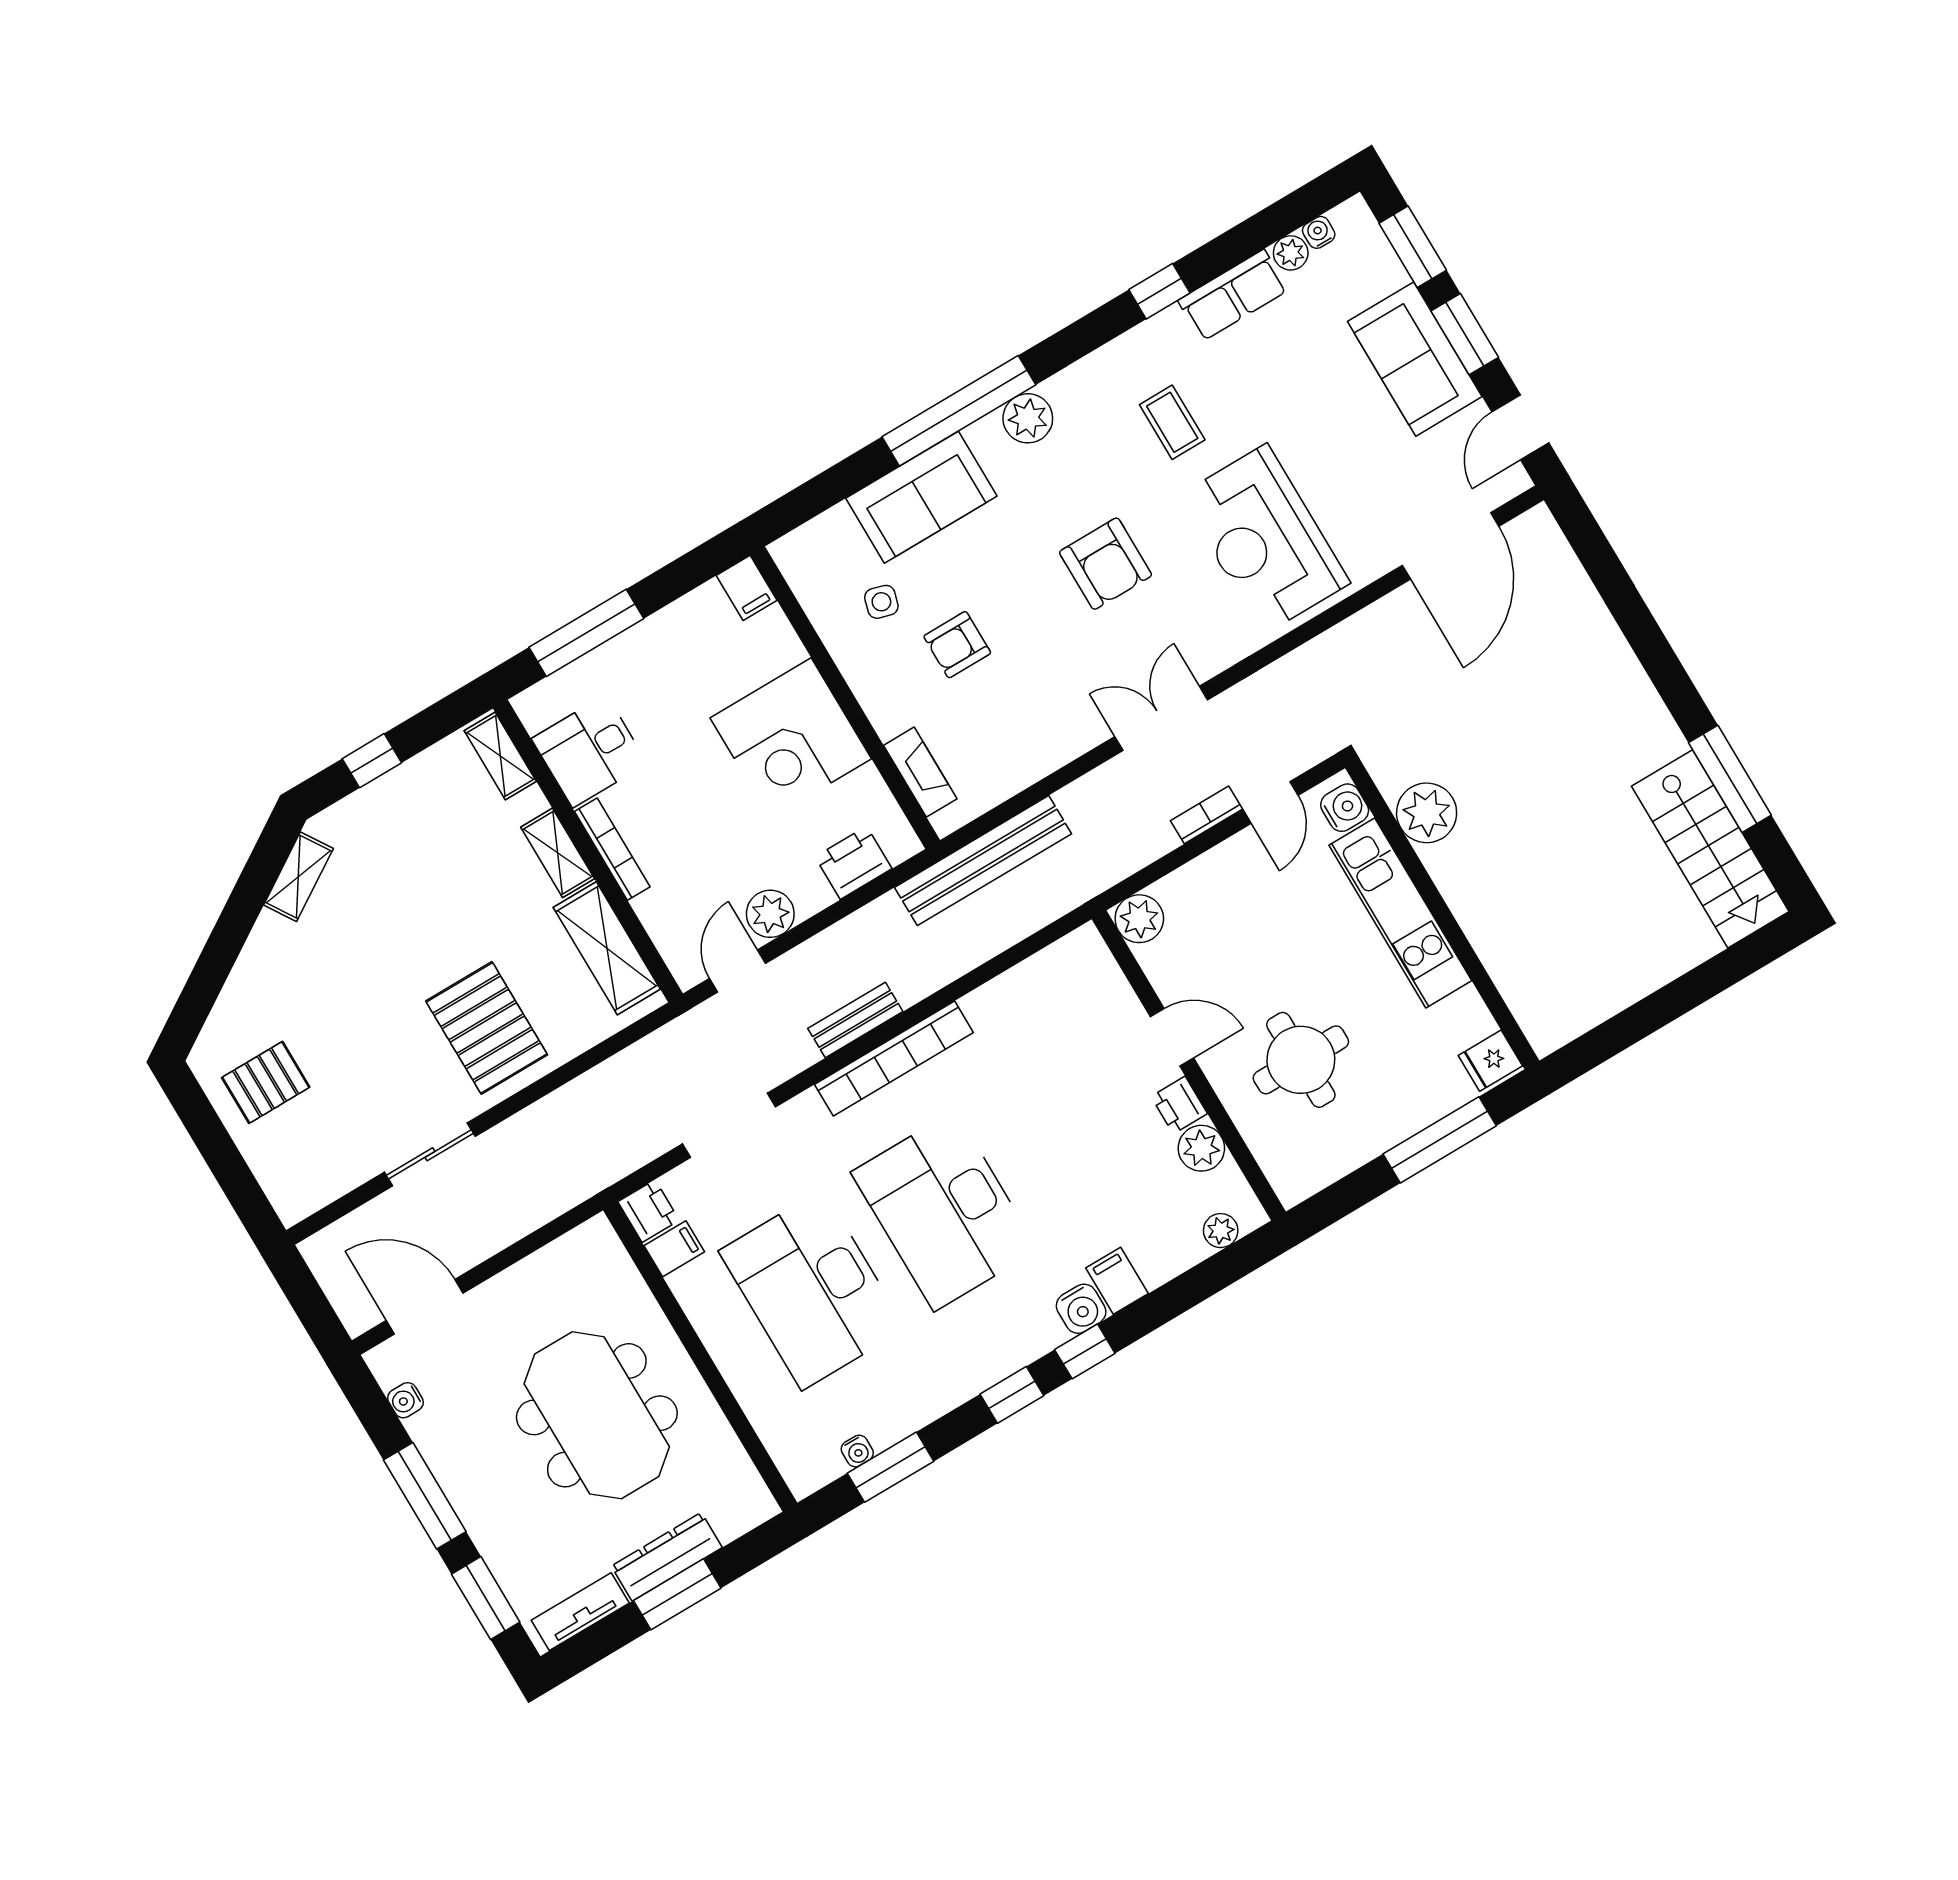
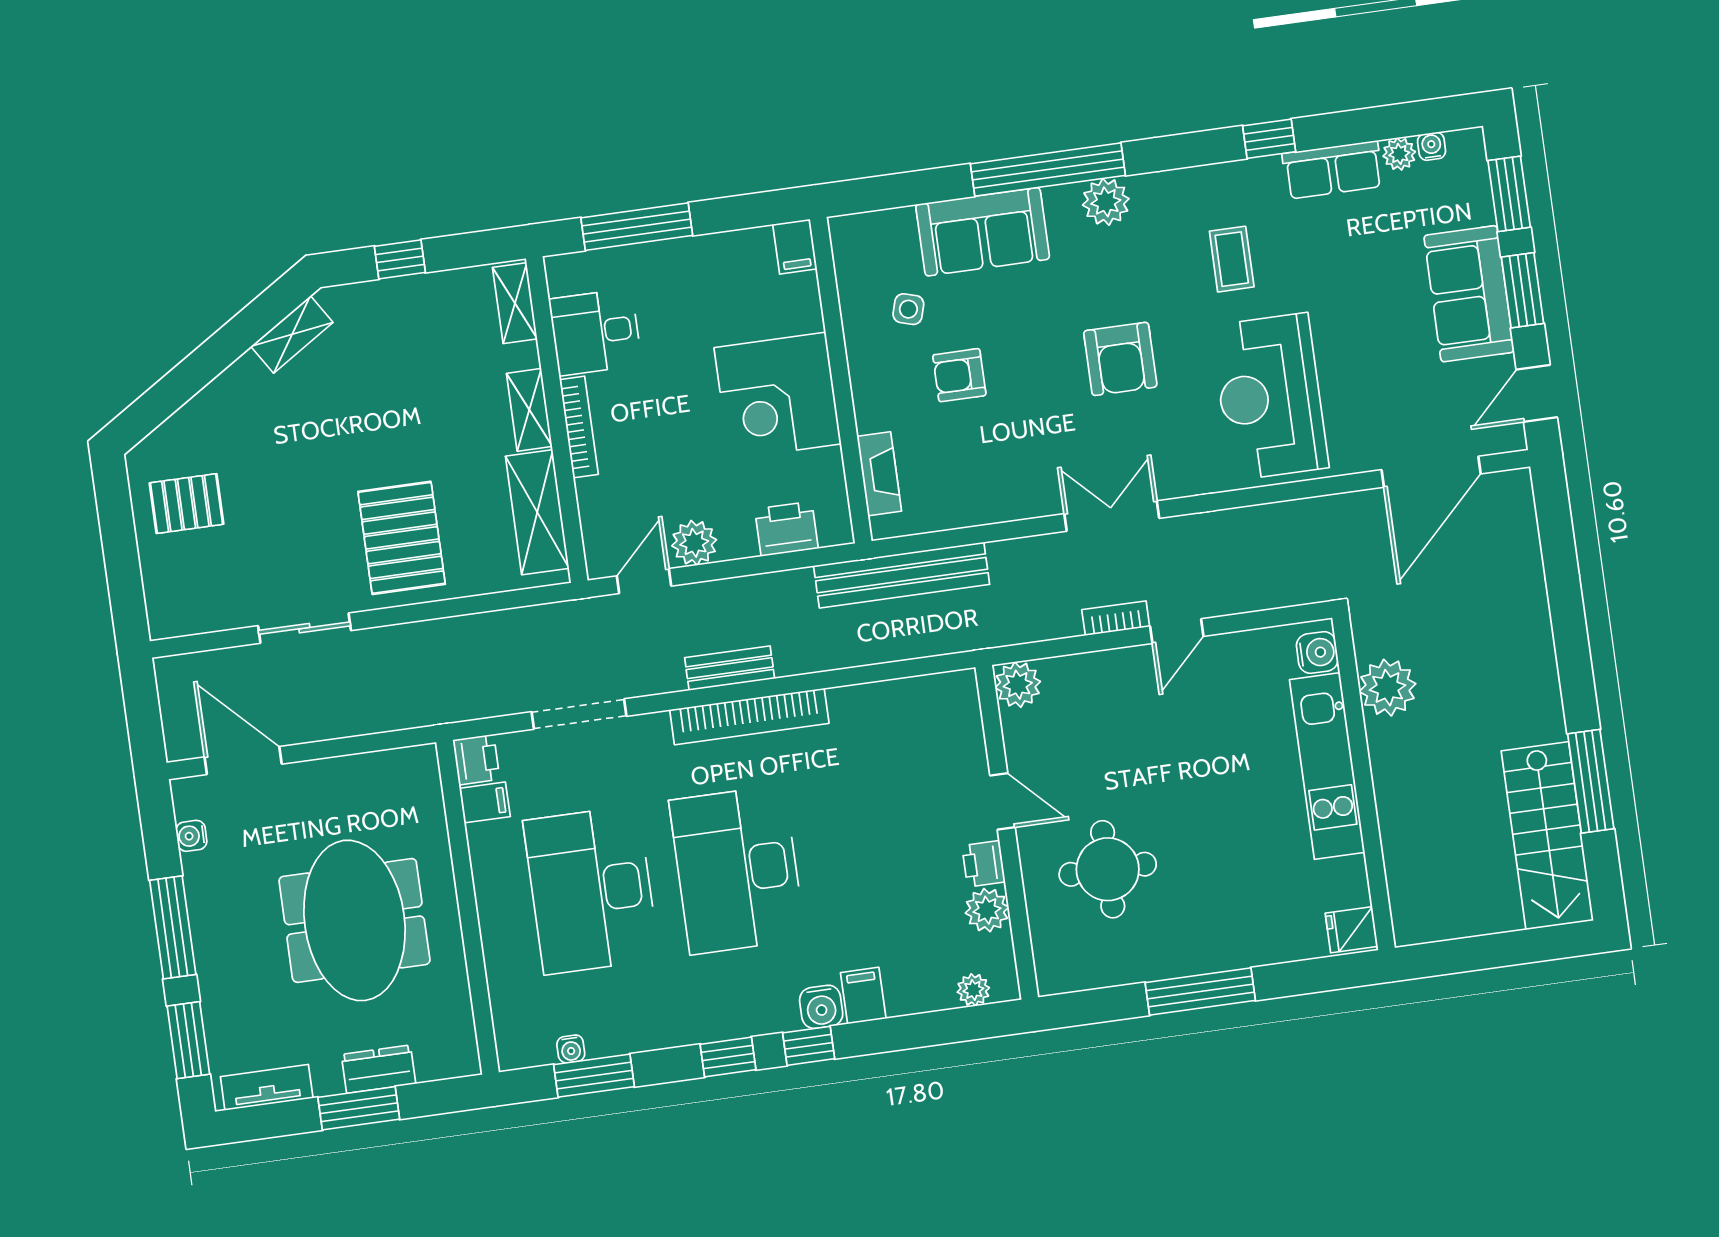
water cooler: (1345, 808) -> (1317, 652), moved
plant: (1427, 813) -> (1388, 688), moved
kitchen unit: (1400, 913) -> (1327, 766), moved
wall: (1442, 914) -> (1364, 783), moved
fridge: (1490, 1061) -> (1352, 930), moved
dresser: (667, 1557) -> (379, 1069), width x0.70

